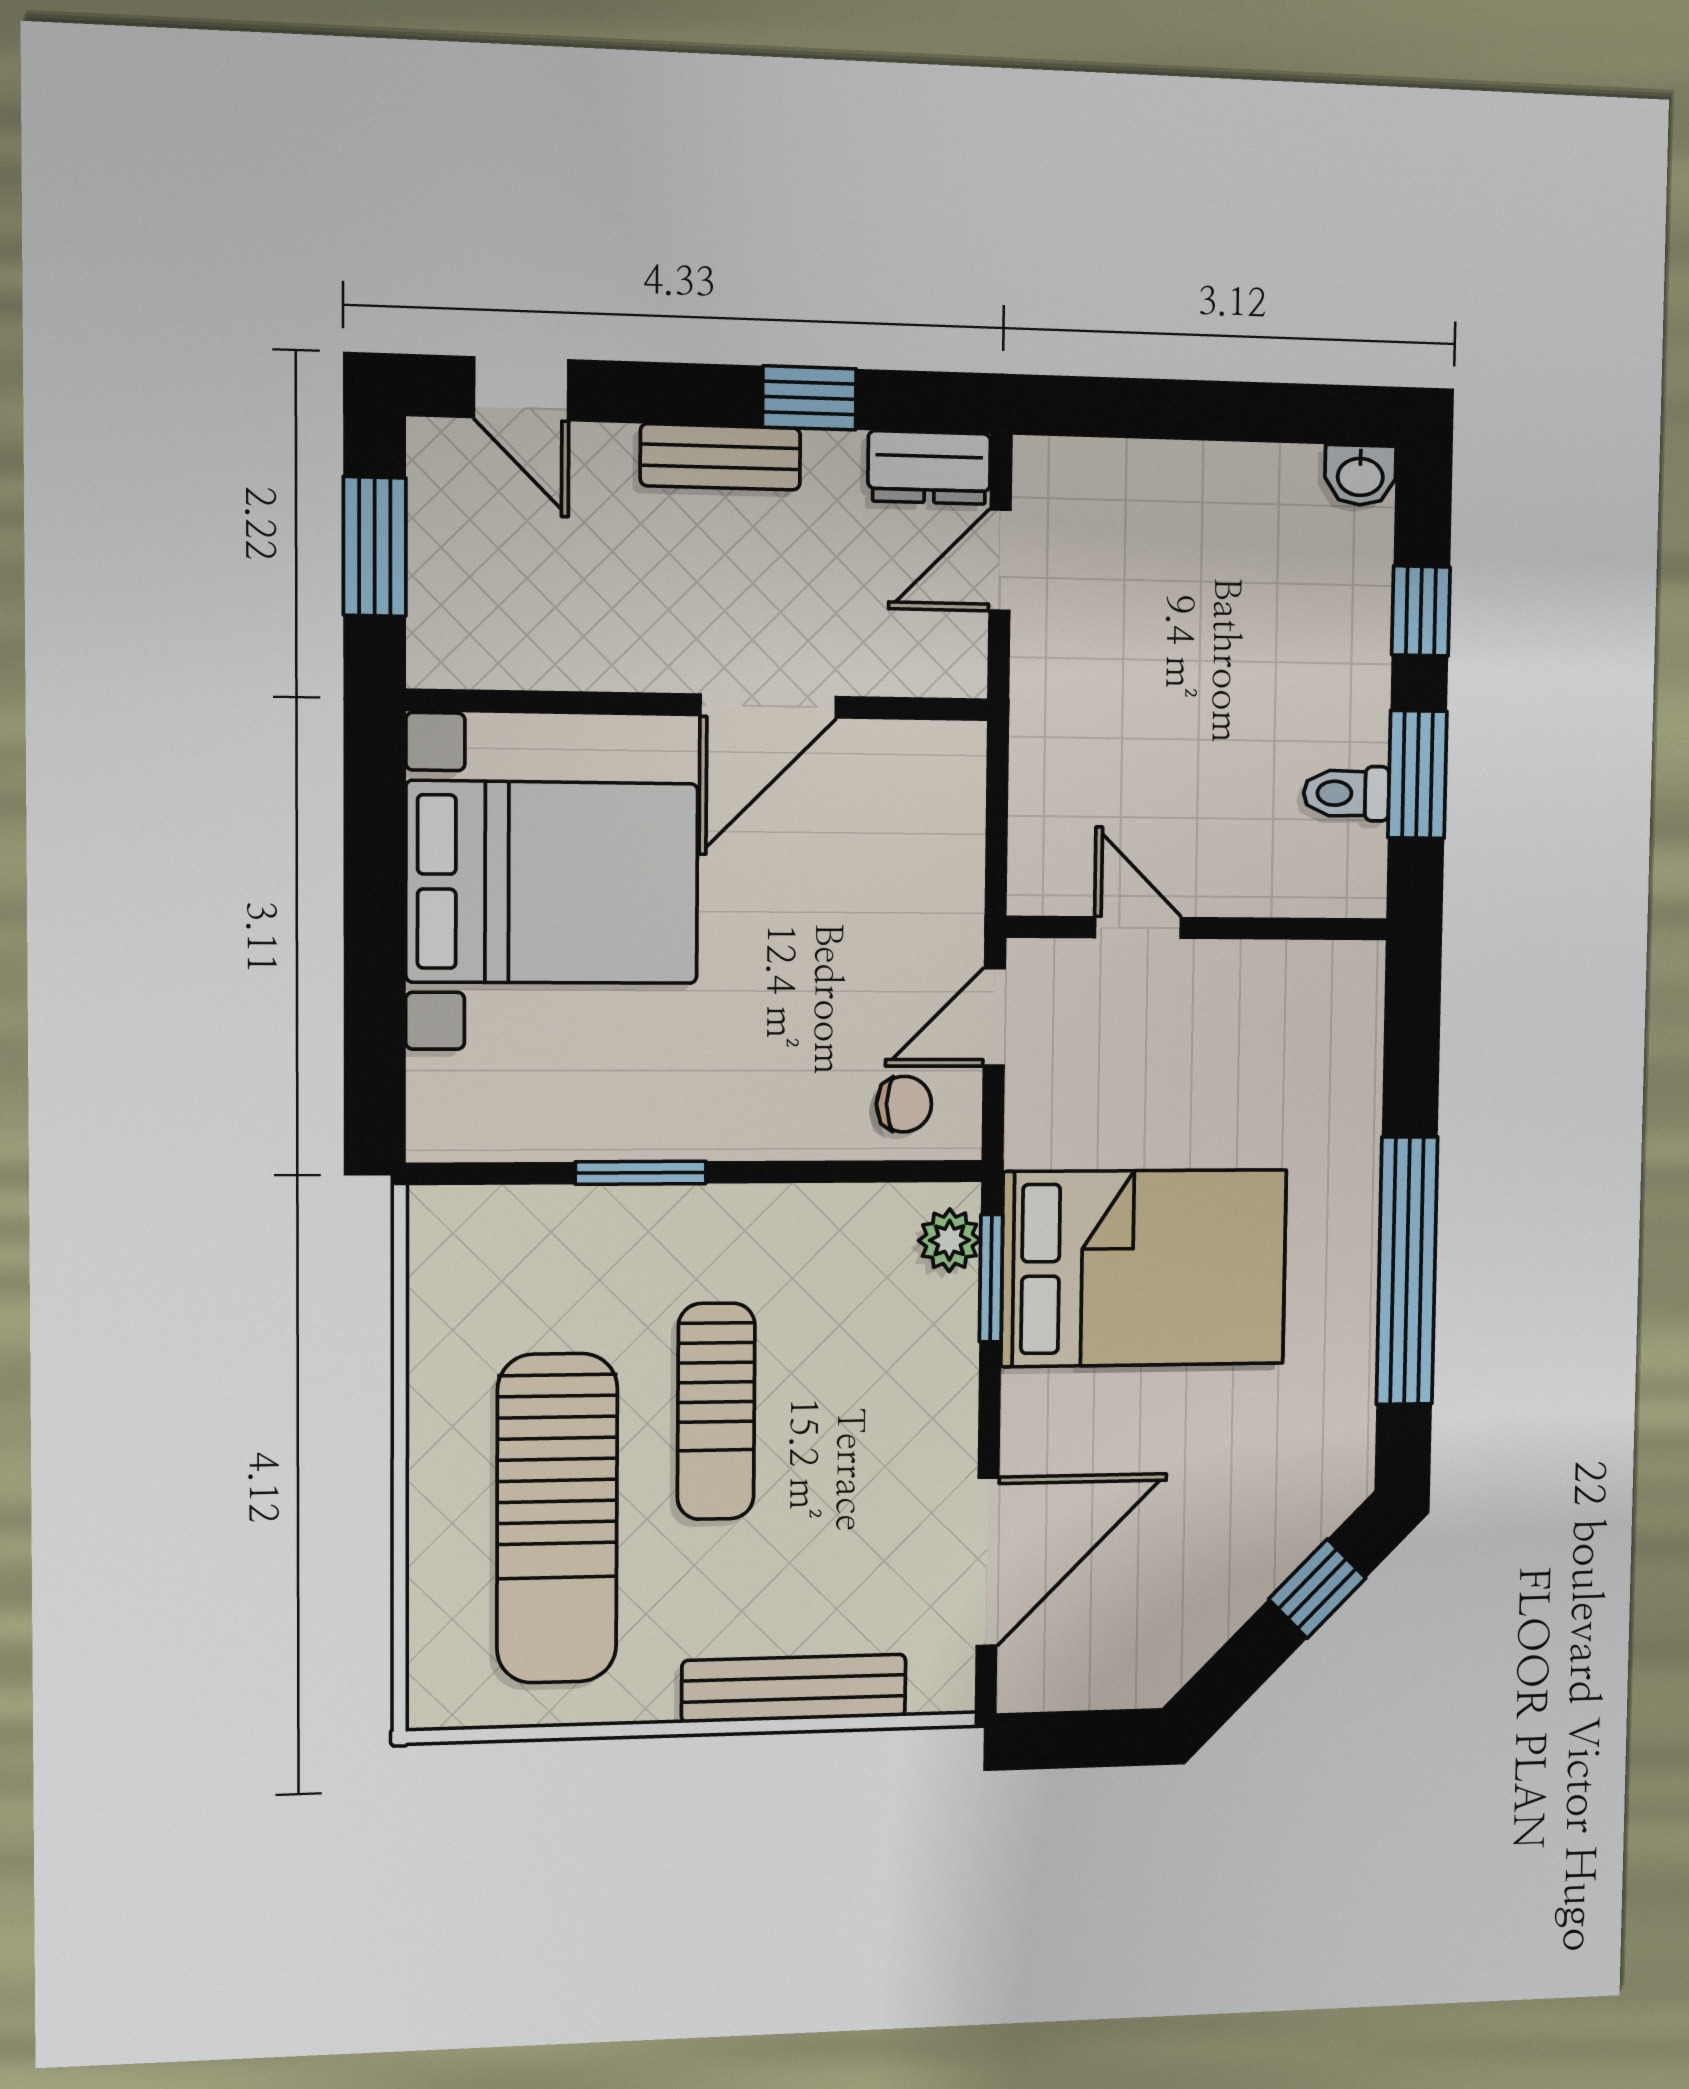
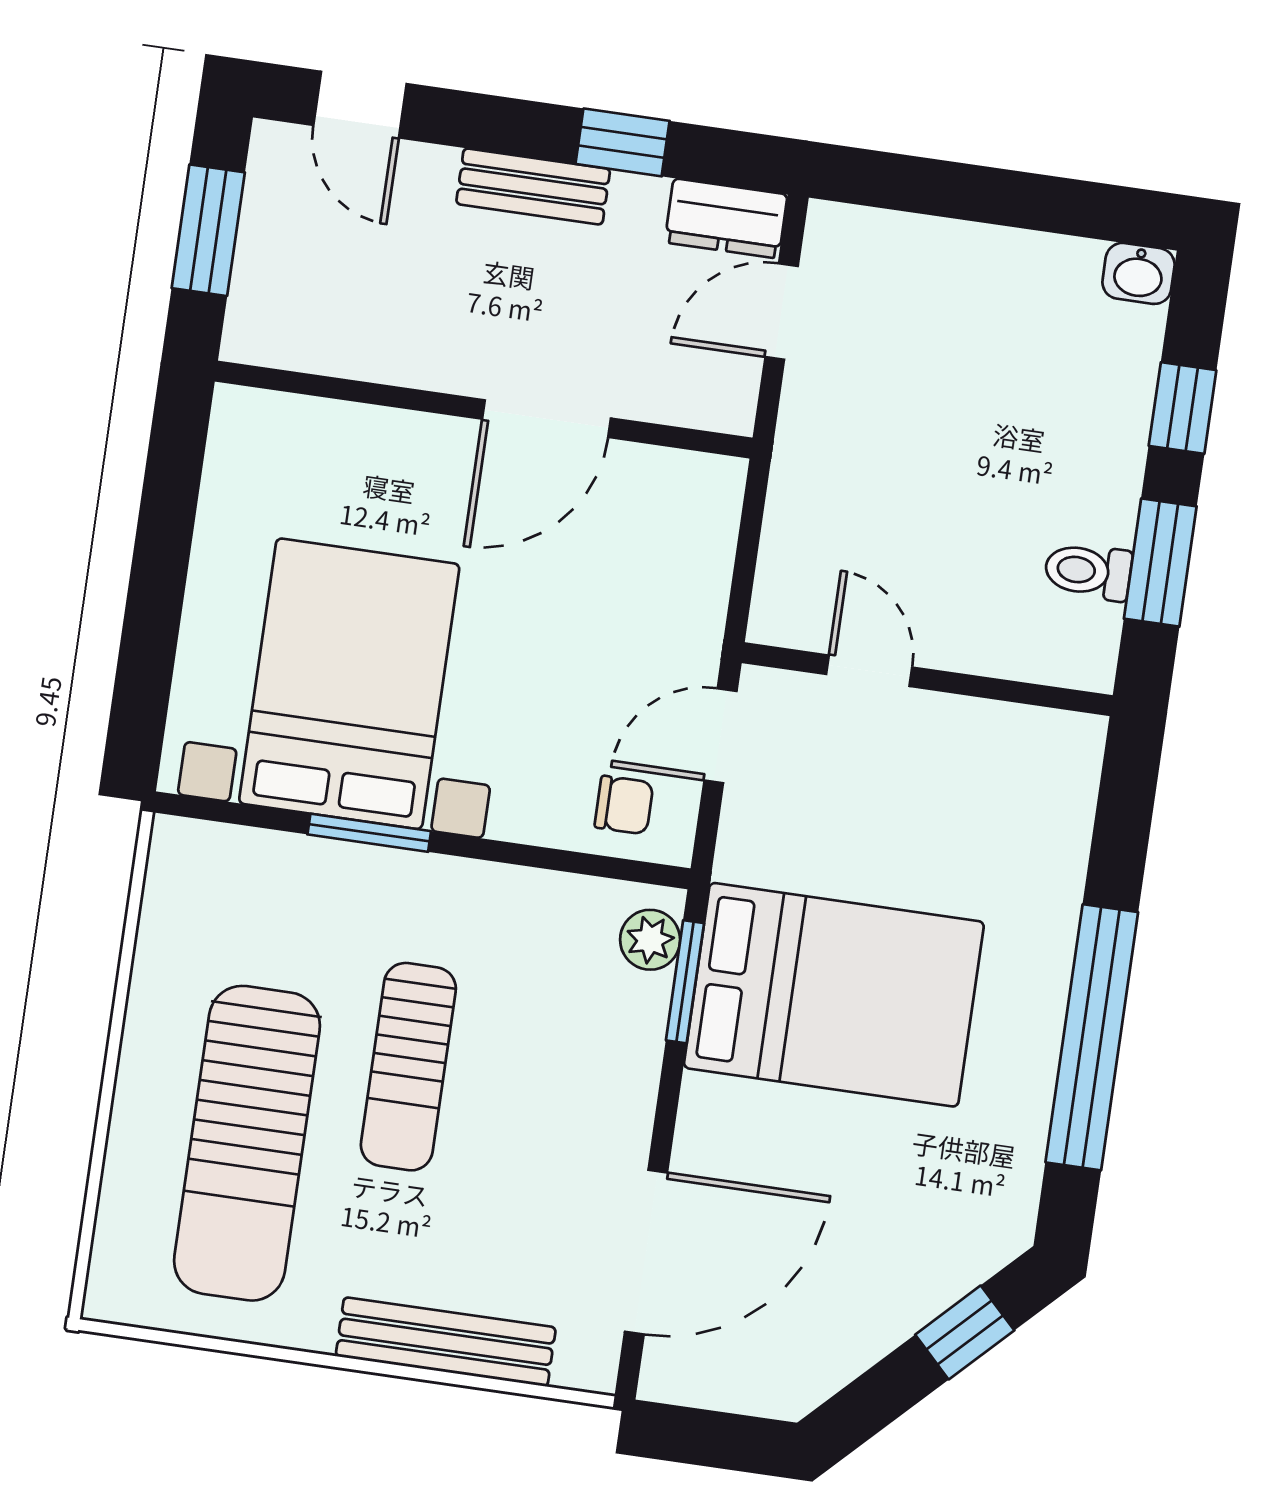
bed with nightstands: (552, 883) -> (349, 684), moved, turned -90

